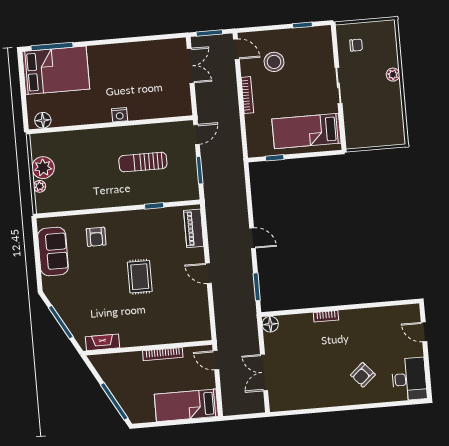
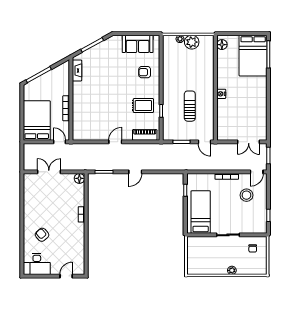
rug: (140, 277) -> (143, 106), moved
door: (216, 360) -> (59, 142), hinge flipped
bed: (186, 405) -> (37, 120), width x1.50

